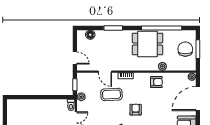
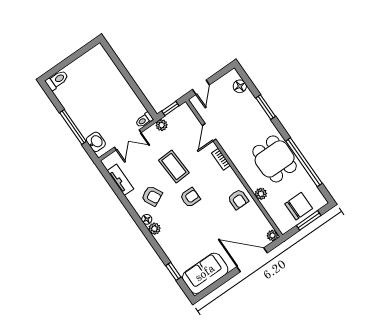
coffee table: (112, 94) -> (174, 166), moved

